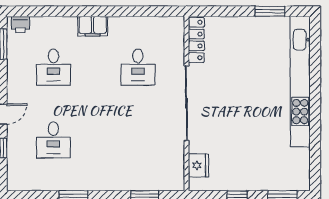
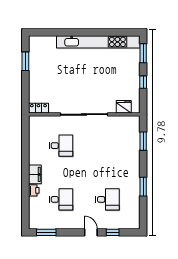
printer: (20, 24) -> (34, 190), moved
locker: (196, 40) -> (38, 108), width x0.66
kitchen unit: (300, 82) -> (98, 42), moved

